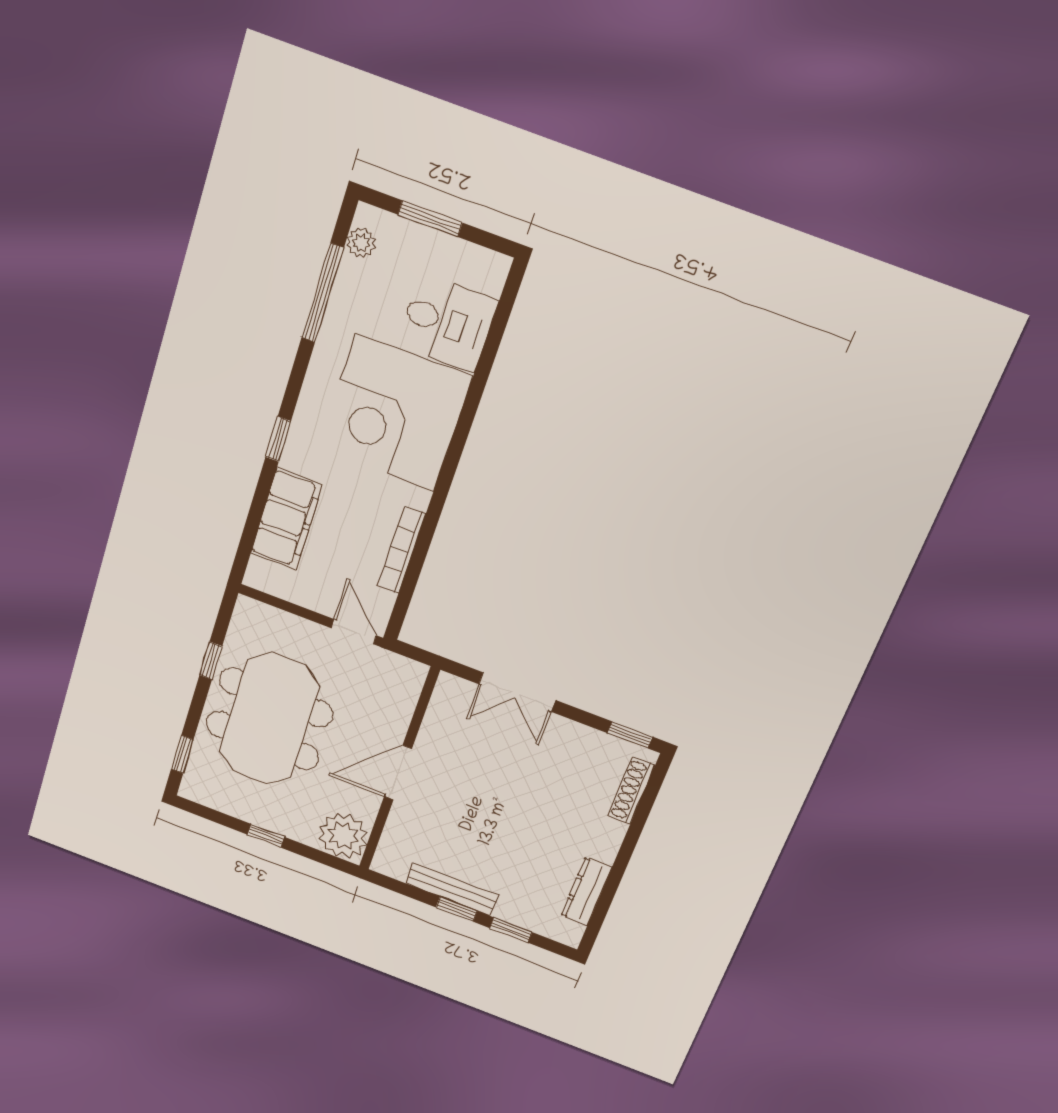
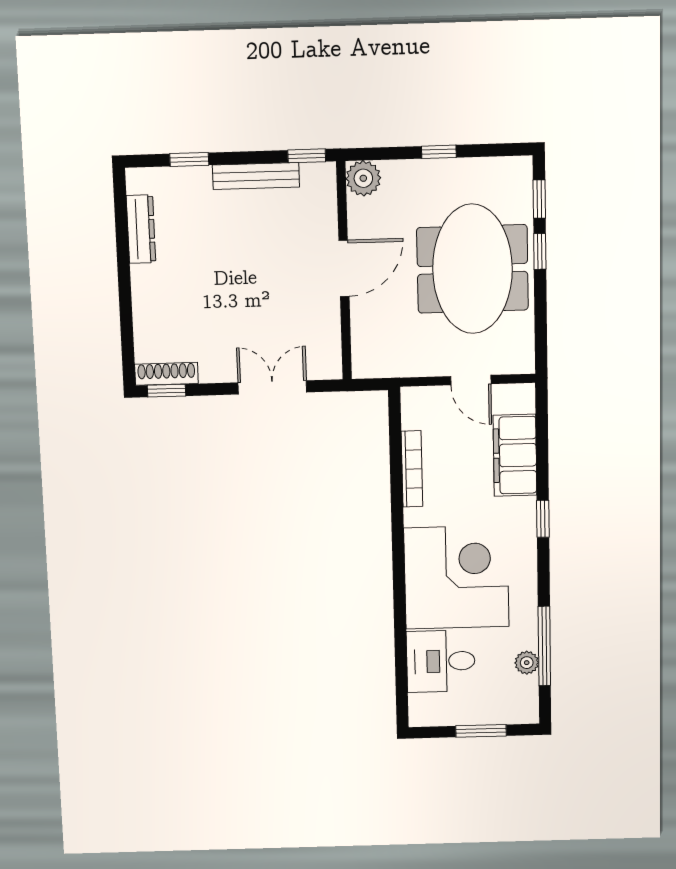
plant: (361, 243) -> (527, 663), moved
door: (354, 632) -> (471, 380), moved
window: (211, 661) -> (540, 251), moved
shoe rack: (631, 791) -> (166, 374), moved, turned -90
plant: (343, 836) -> (363, 178), width x0.73, depth x0.73
window: (457, 909) -> (307, 156), moved

